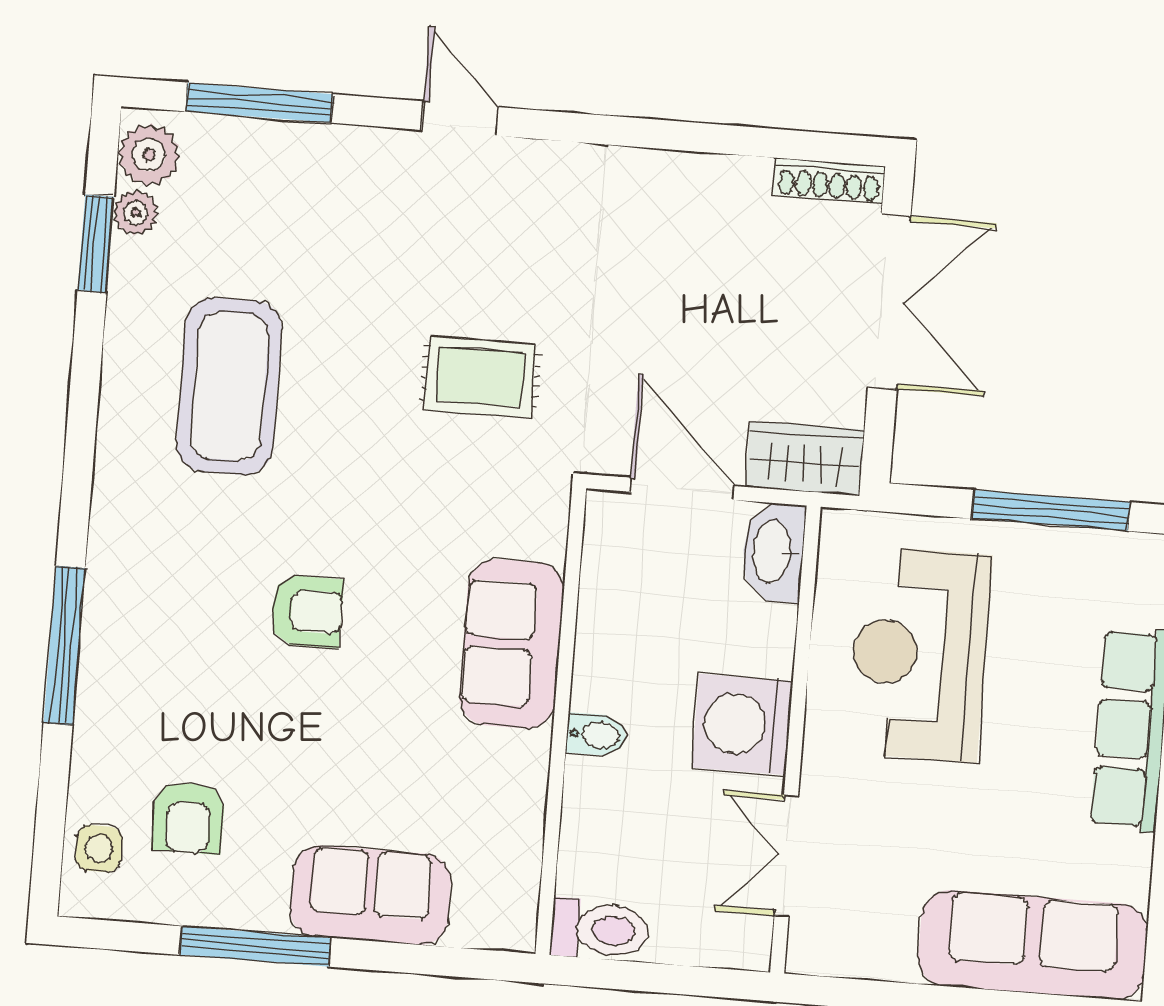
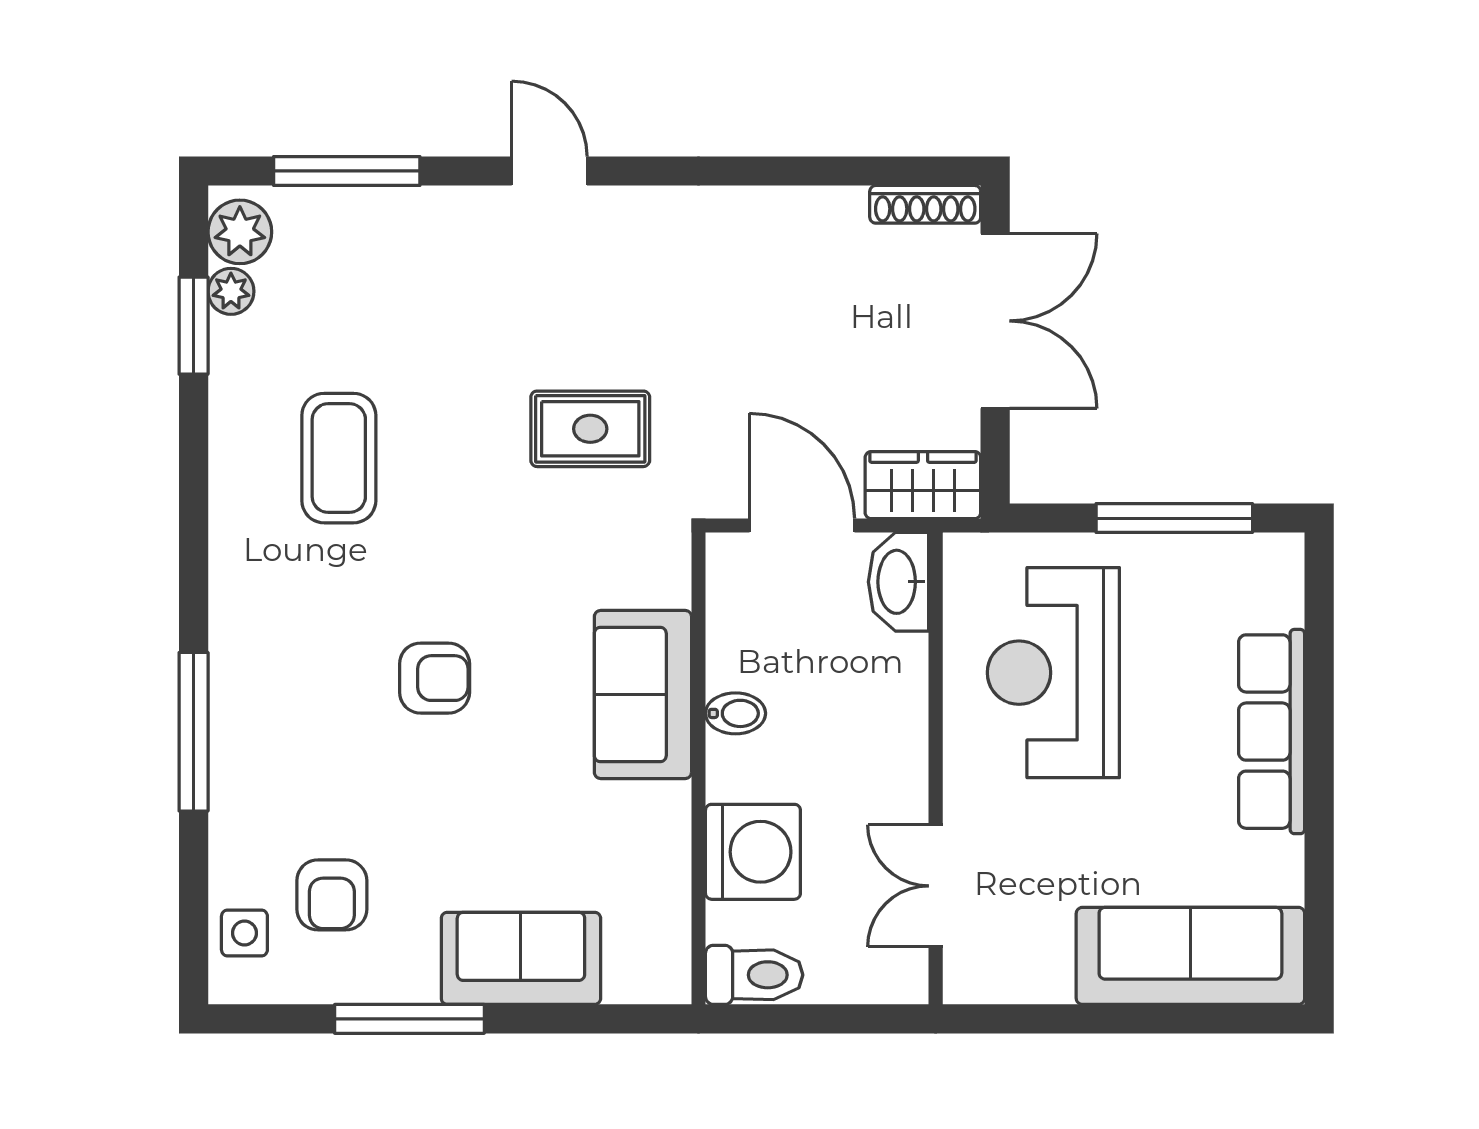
coffee table: (229, 386) -> (339, 458), width x0.73, depth x0.76
washing machine: (742, 724) -> (753, 852), moved, turned 180
bidet: (597, 735) -> (735, 713), moved

